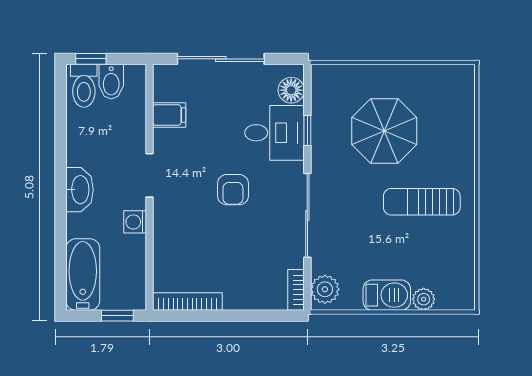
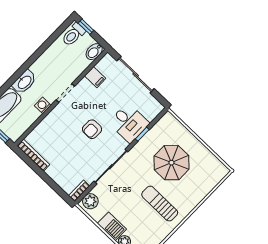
bidet: (111, 82) -> (94, 52), moved
floor lamp: (291, 90) -> (151, 113), removed
washbasin: (80, 190) -> (24, 82), moved

